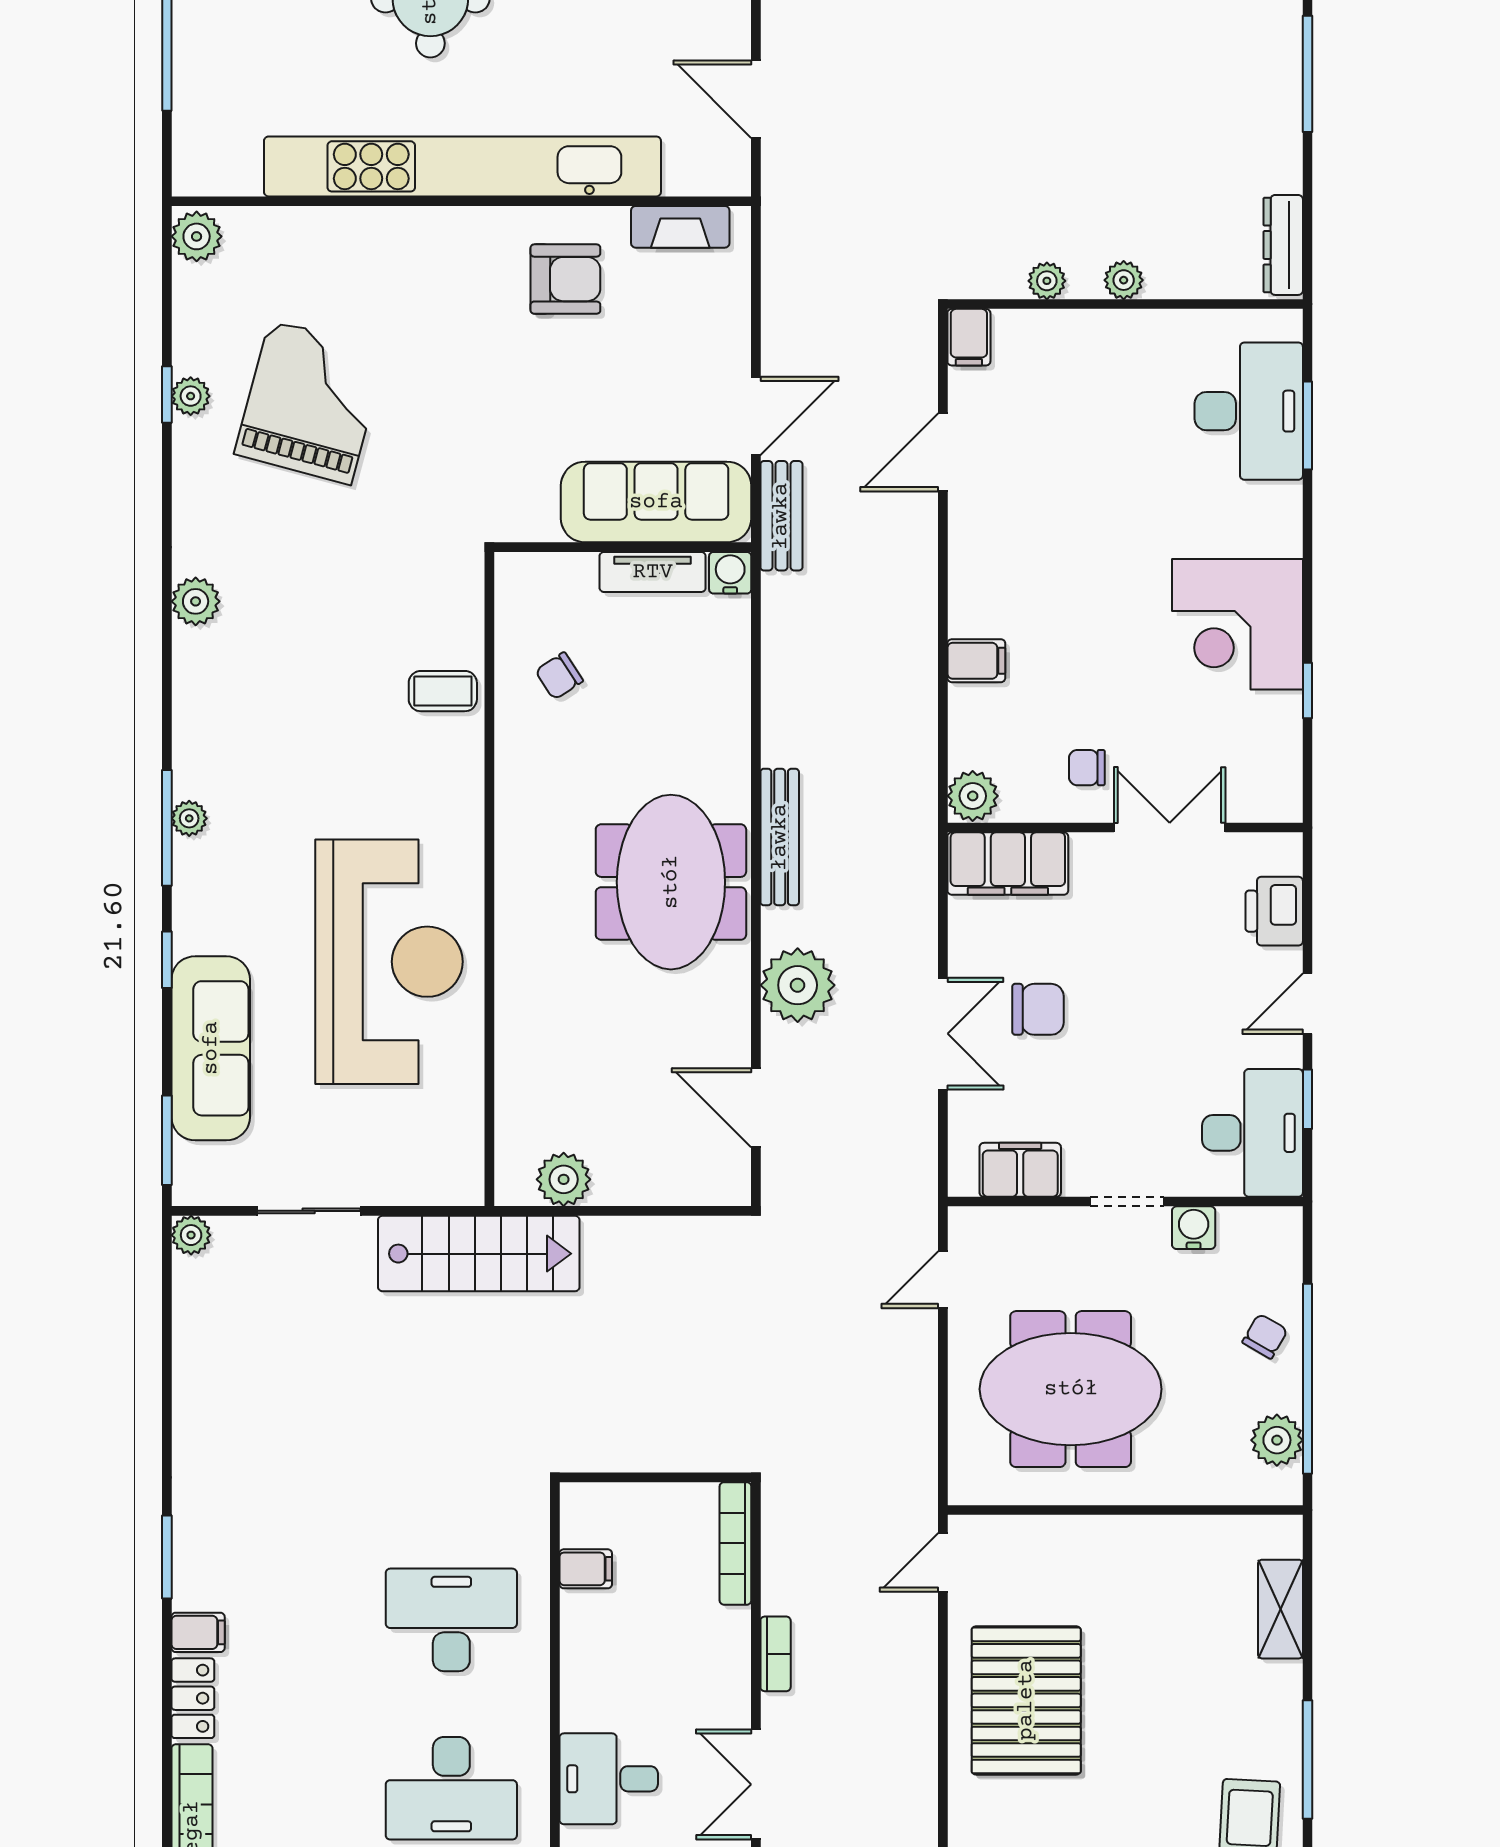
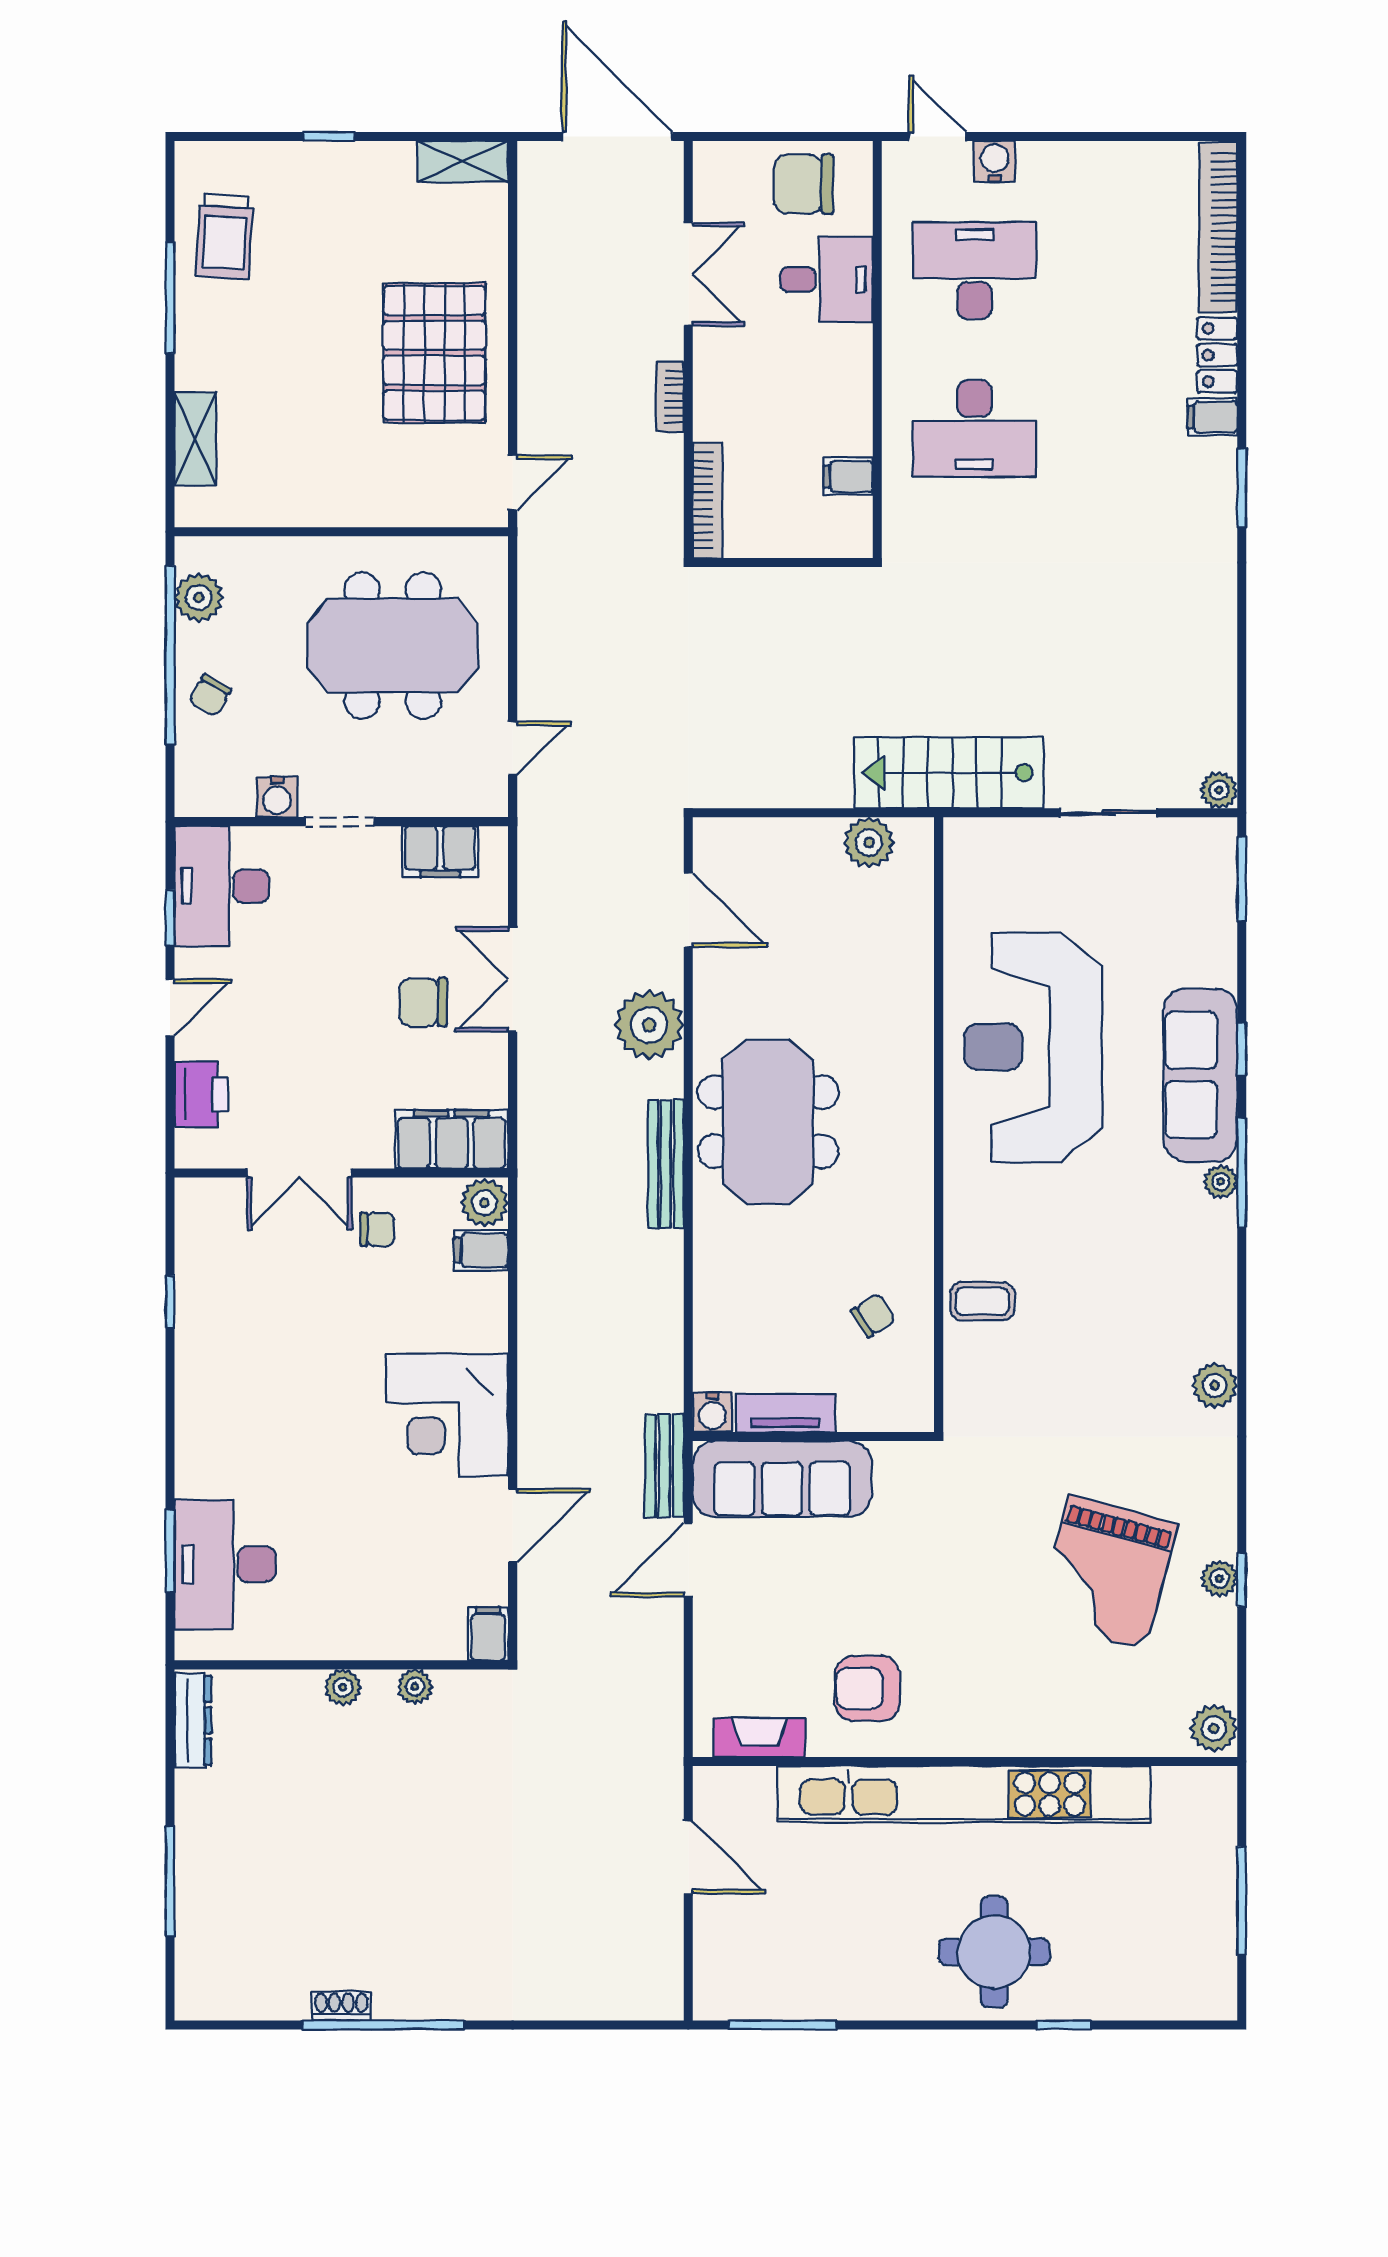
corner desk: (1237, 624) -> (447, 1415), moved, turned 180
filing cabinet: (976, 661) -> (481, 1250), moved
sofa: (211, 1048) -> (1200, 1075), moved

